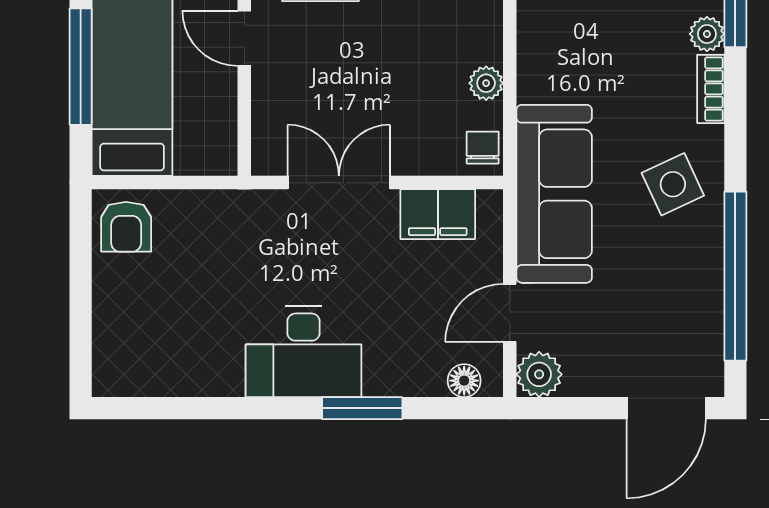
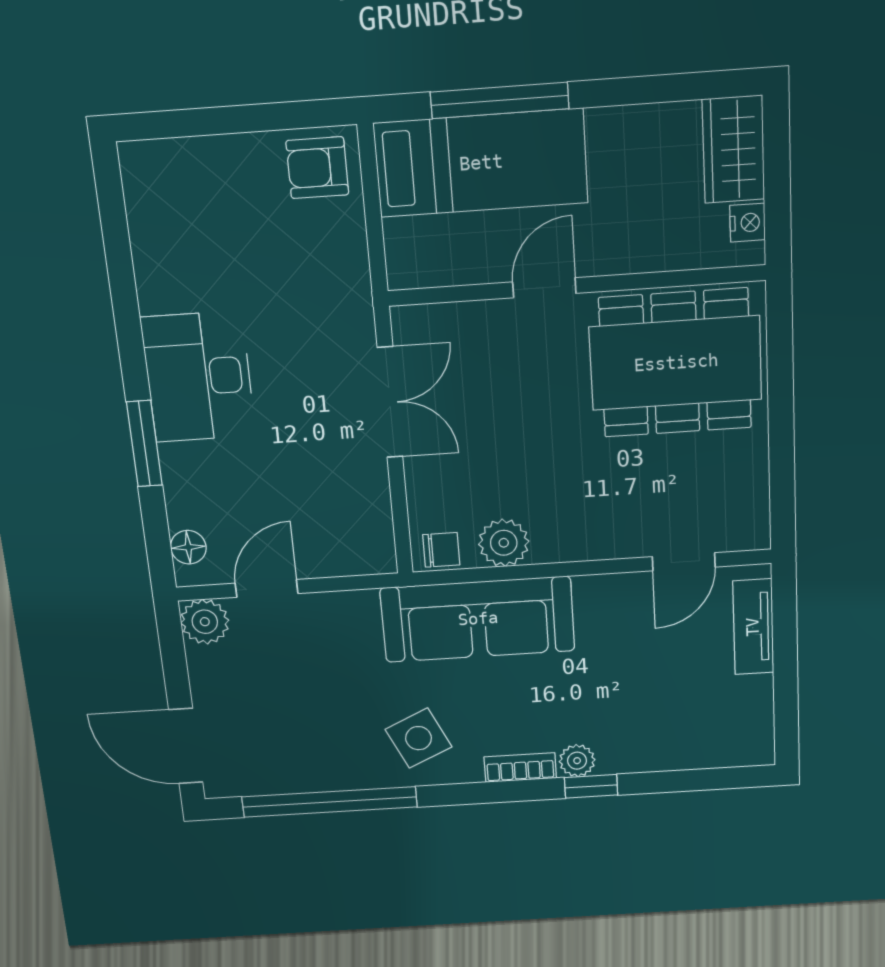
plant: (486, 83) -> (504, 543), width x1.38, depth x1.38
sofa: (554, 194) -> (478, 619), moved
filing cabinet: (438, 214) -> (365, 508), removed
door: (510, 313) -> (267, 588), hinge flipped

